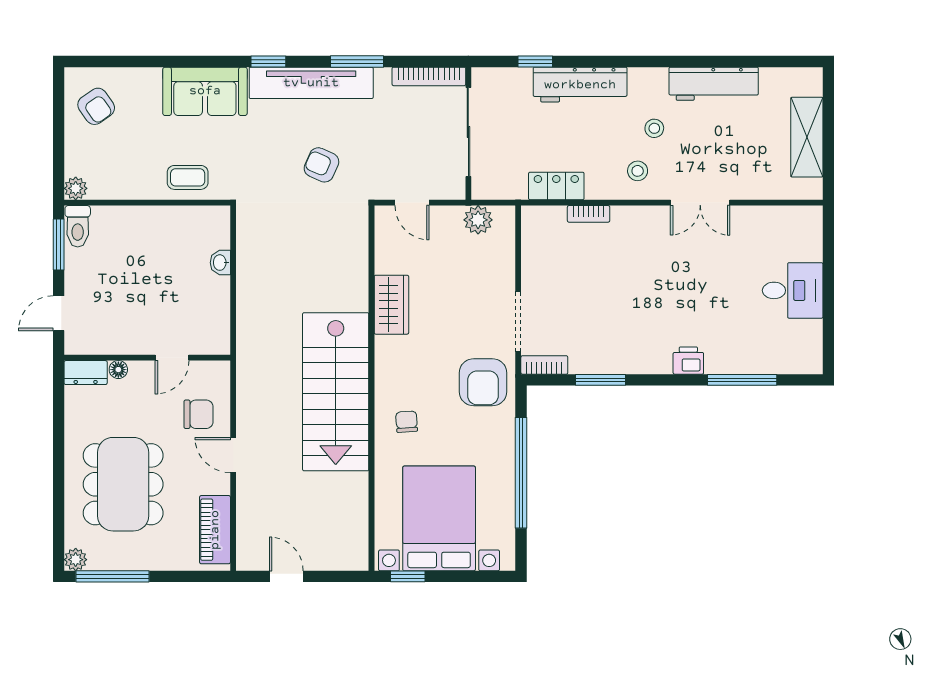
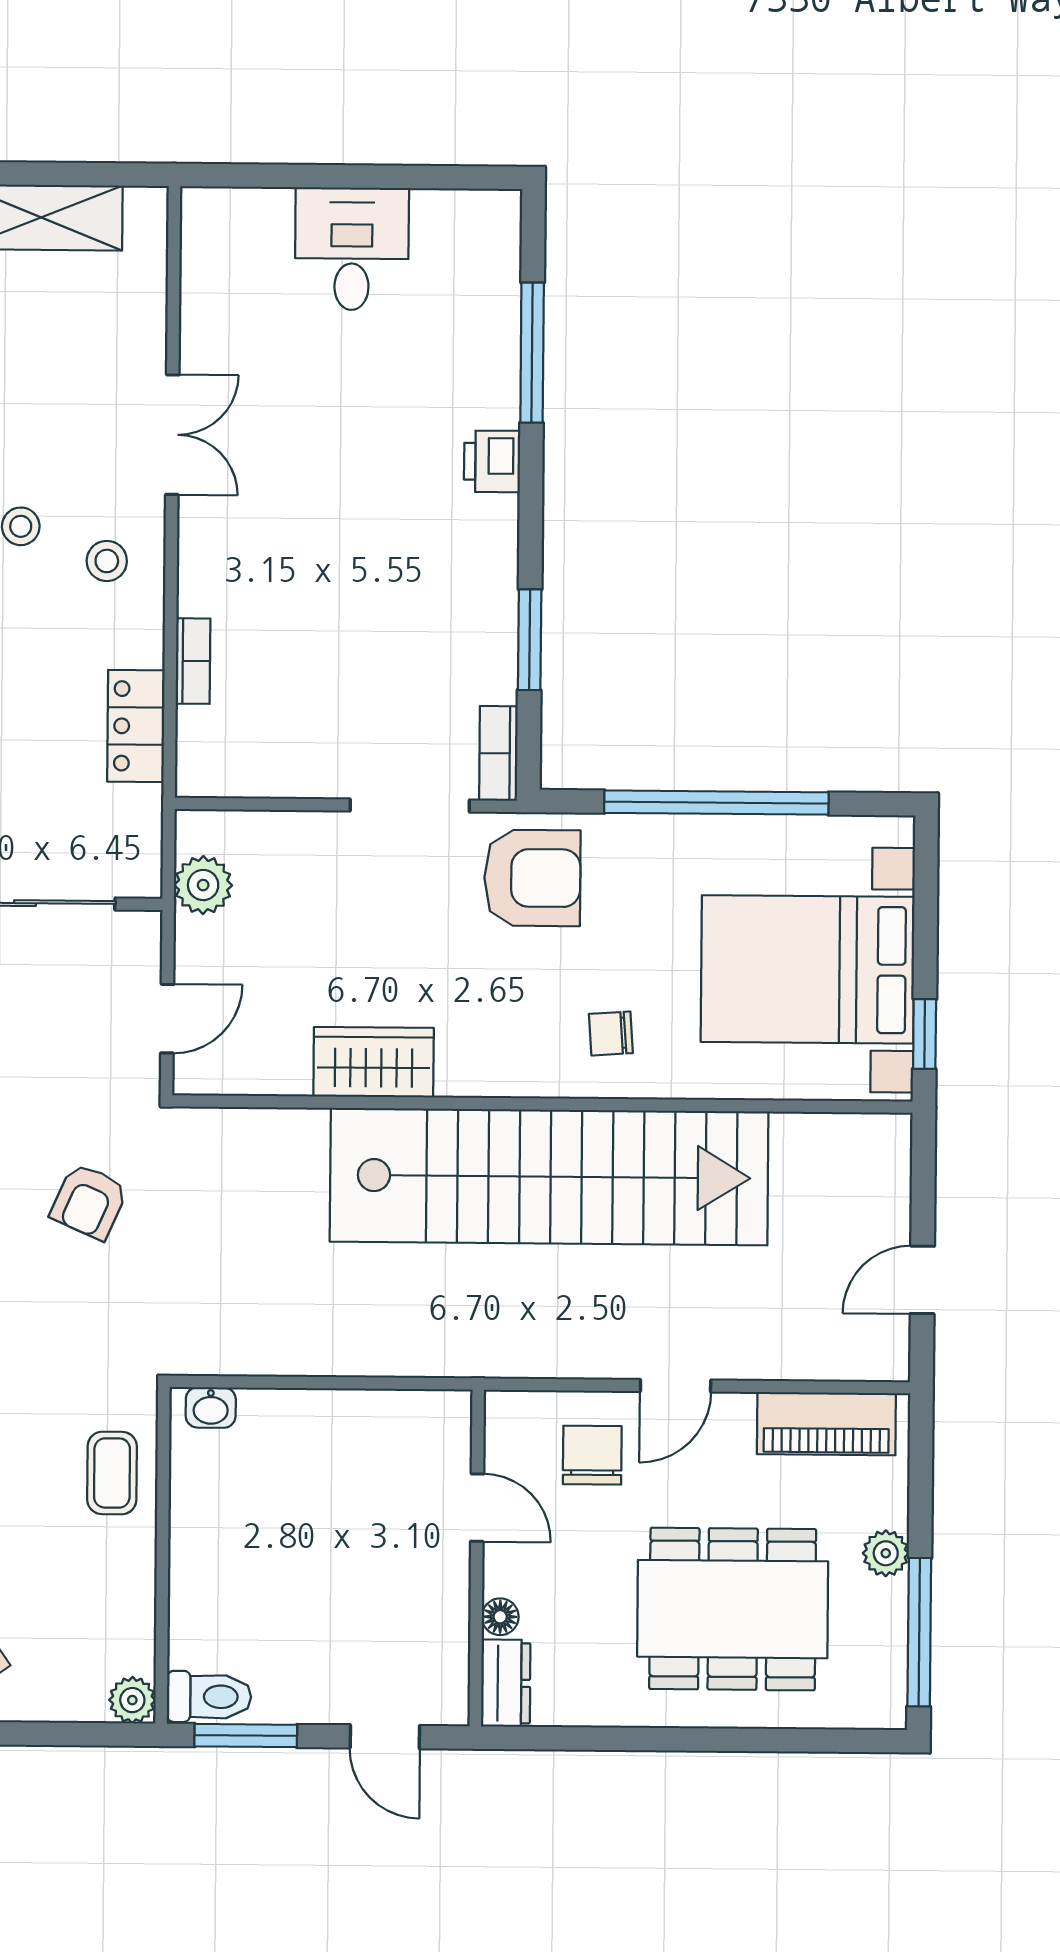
washbasin: (220, 263) -> (211, 1408), moved
stairs: (336, 392) -> (549, 1177), width x1.36
plant: (76, 560) -> (886, 1553), moved

